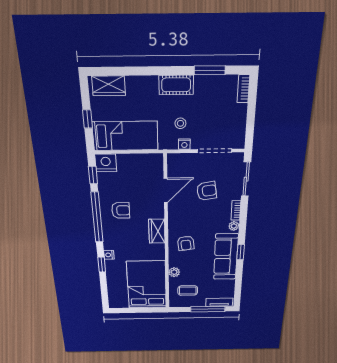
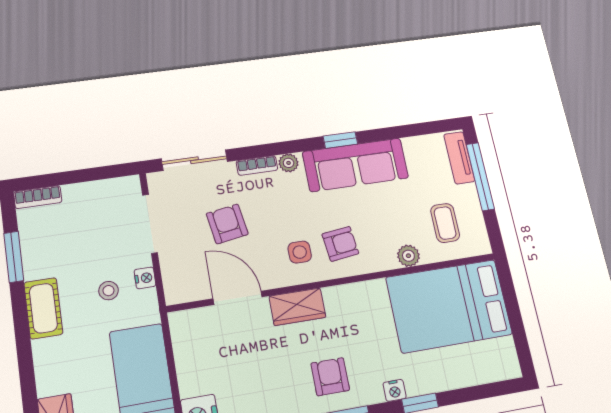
armchair: (121, 210) -> (330, 377), moved
side table: (185, 224) -> (300, 252), added
wardrobe: (157, 231) -> (297, 307), moved

